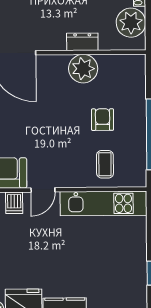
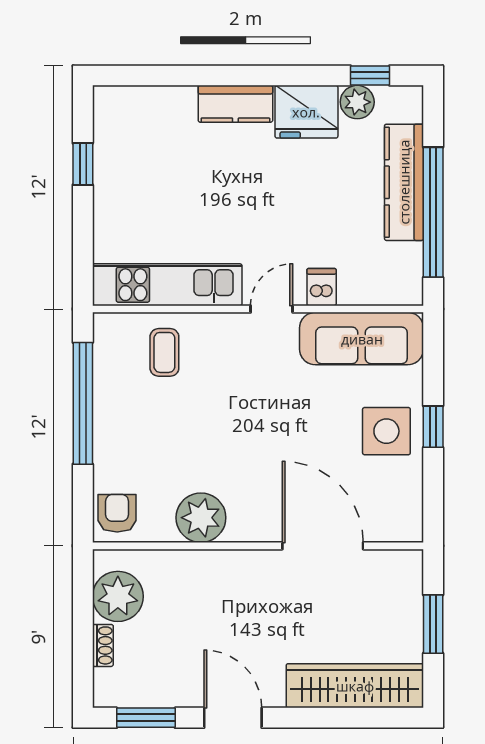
dresser: (82, 42) -> (202, 564), removed
armchair: (103, 120) -> (117, 513), moved, turned 180

